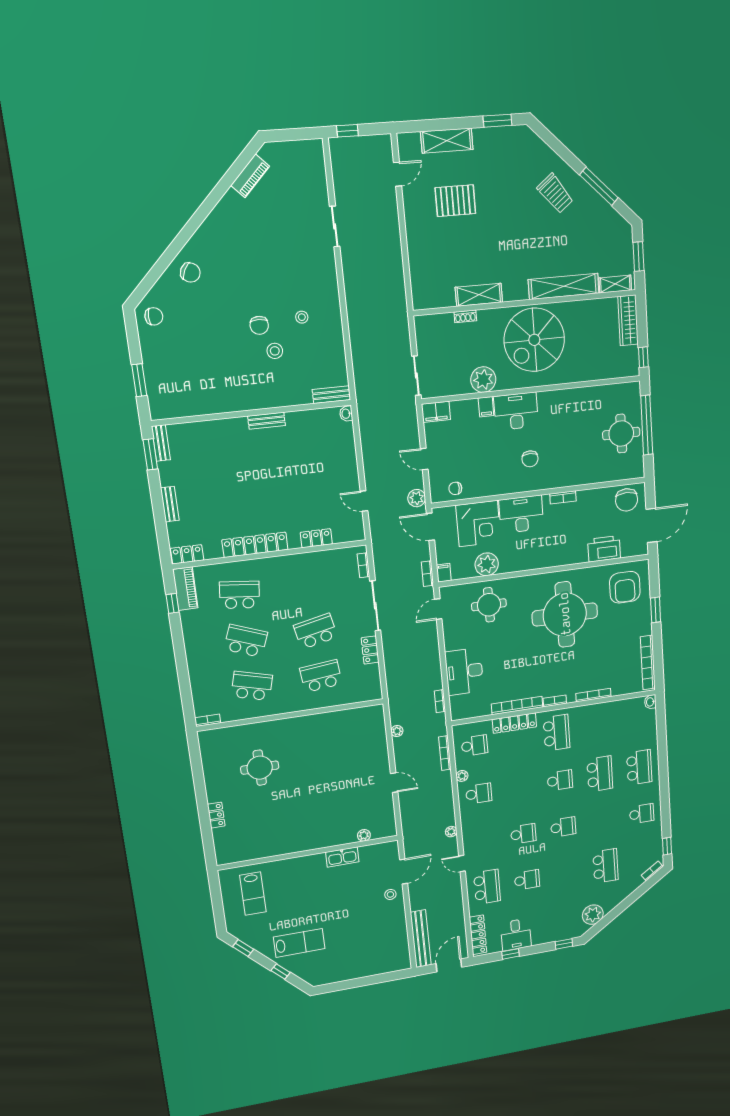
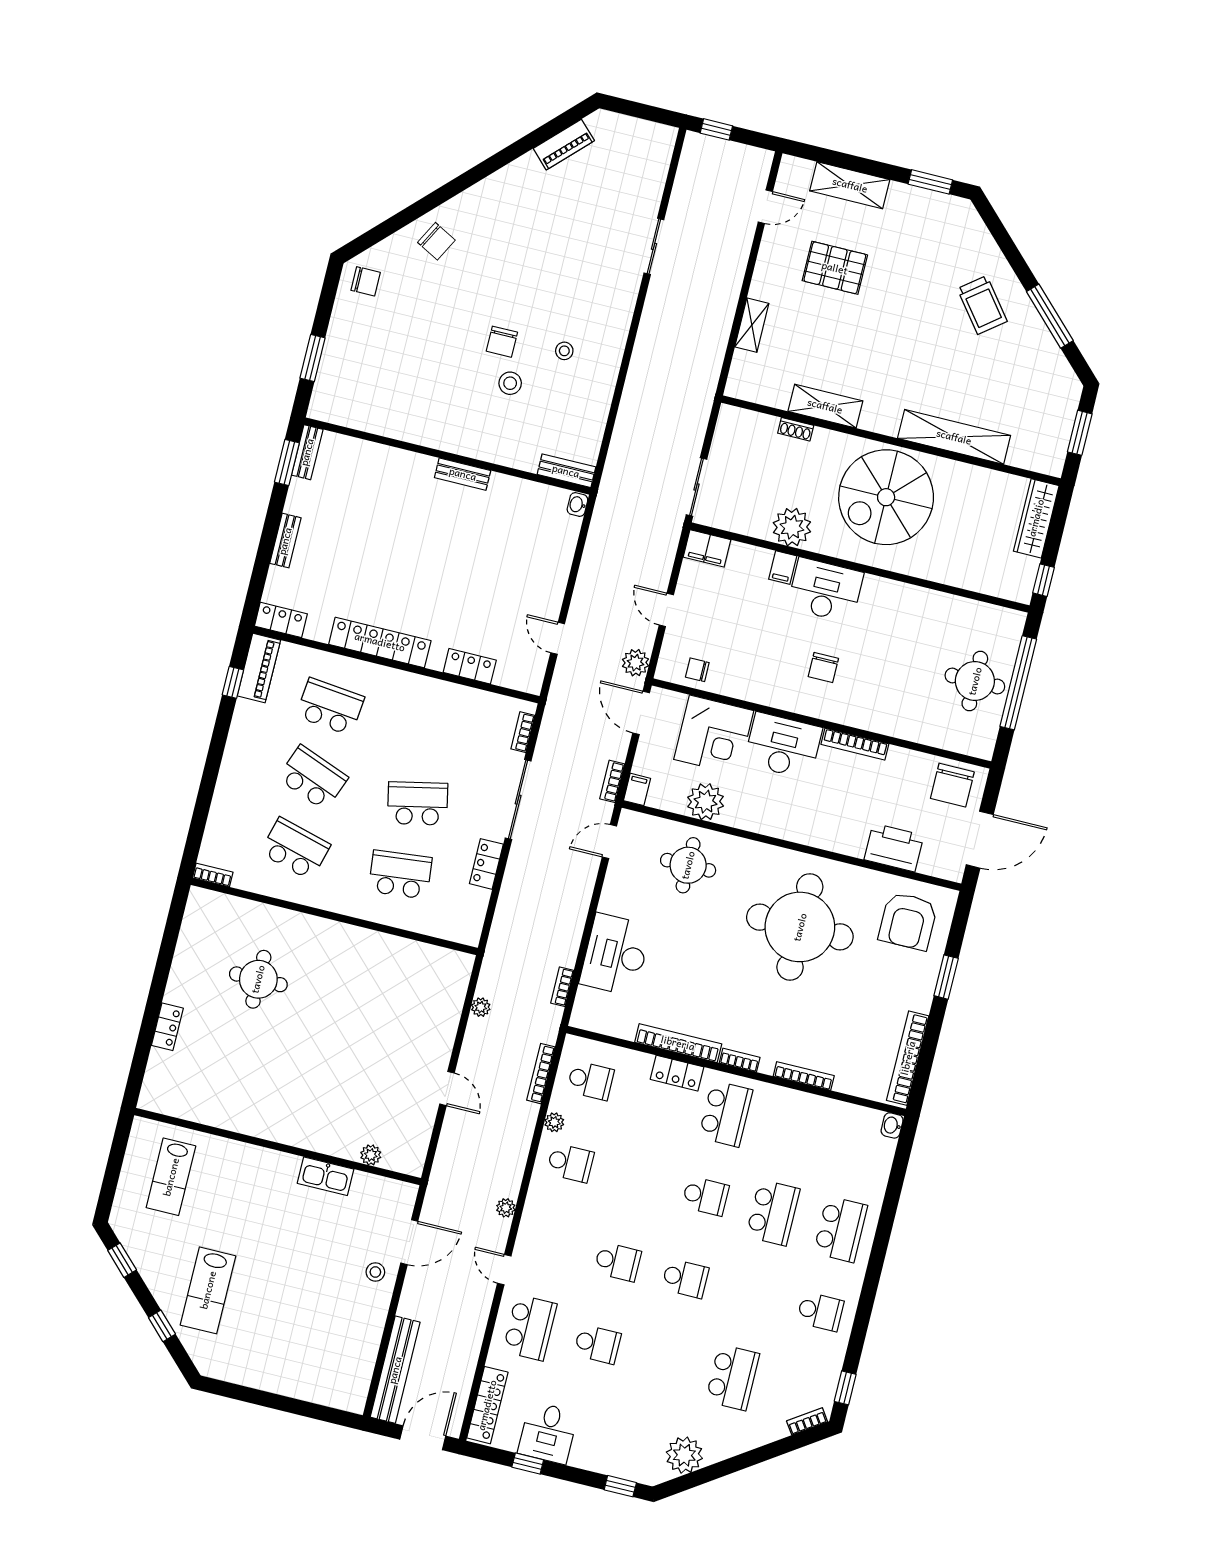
shelving: (615, 284) -> (752, 325), moved, turned 90
bookcase: (563, 497) -> (855, 744), width x1.56
locker: (514, 723) -> (677, 1073), width x0.66
lab bench: (299, 943) -> (208, 1290), turned 90

